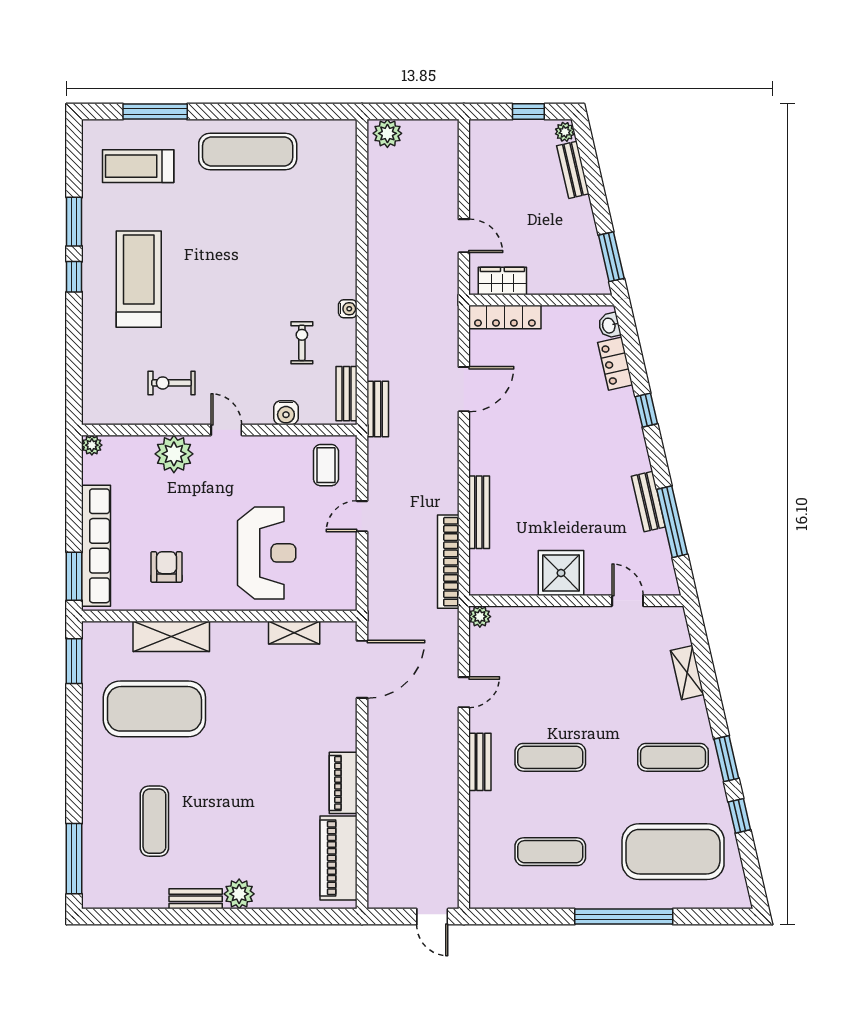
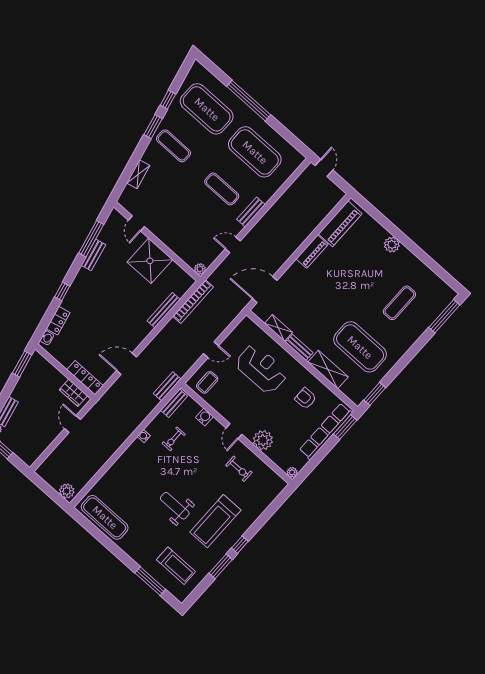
exercise mat: (248, 152) -> (105, 517), moved
weight bench: (216, 249) -> (175, 506), added
reception desk: (267, 553) -> (261, 369), turned 90
armchair: (166, 567) -> (306, 398), turned 90
shower: (561, 573) -> (150, 261), width x1.37, depth x1.37
exercise mat: (550, 852) -> (255, 152), width x2.00, depth x1.45
bench: (196, 899) -> (299, 347), moved

